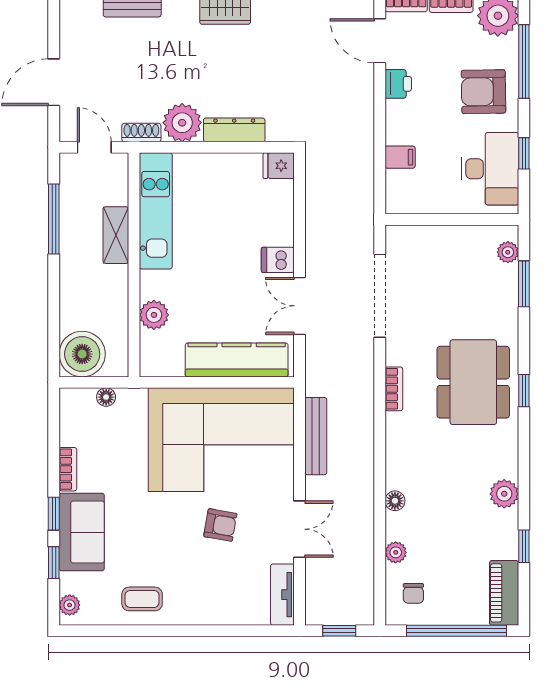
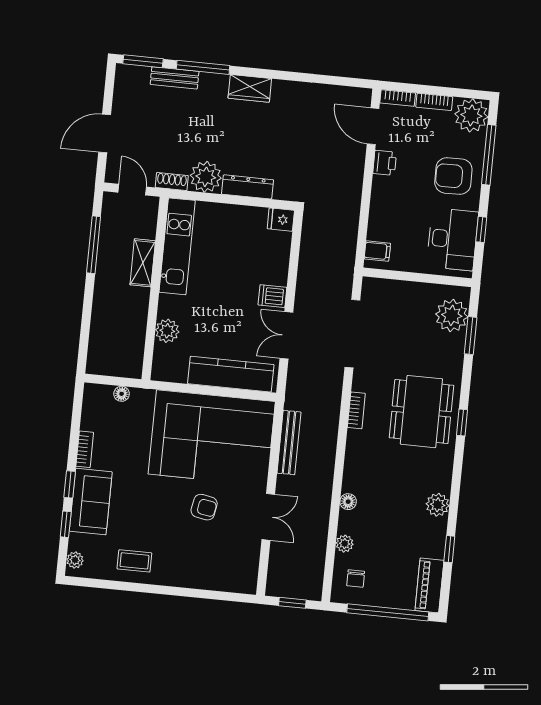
filing cabinet: (400, 157) -> (377, 251), moved
plant: (508, 252) -> (452, 315), width x1.88, depth x1.88
boiler: (82, 354) -> (106, 357), removed
tv unit: (282, 595) -> (249, 569), removed

